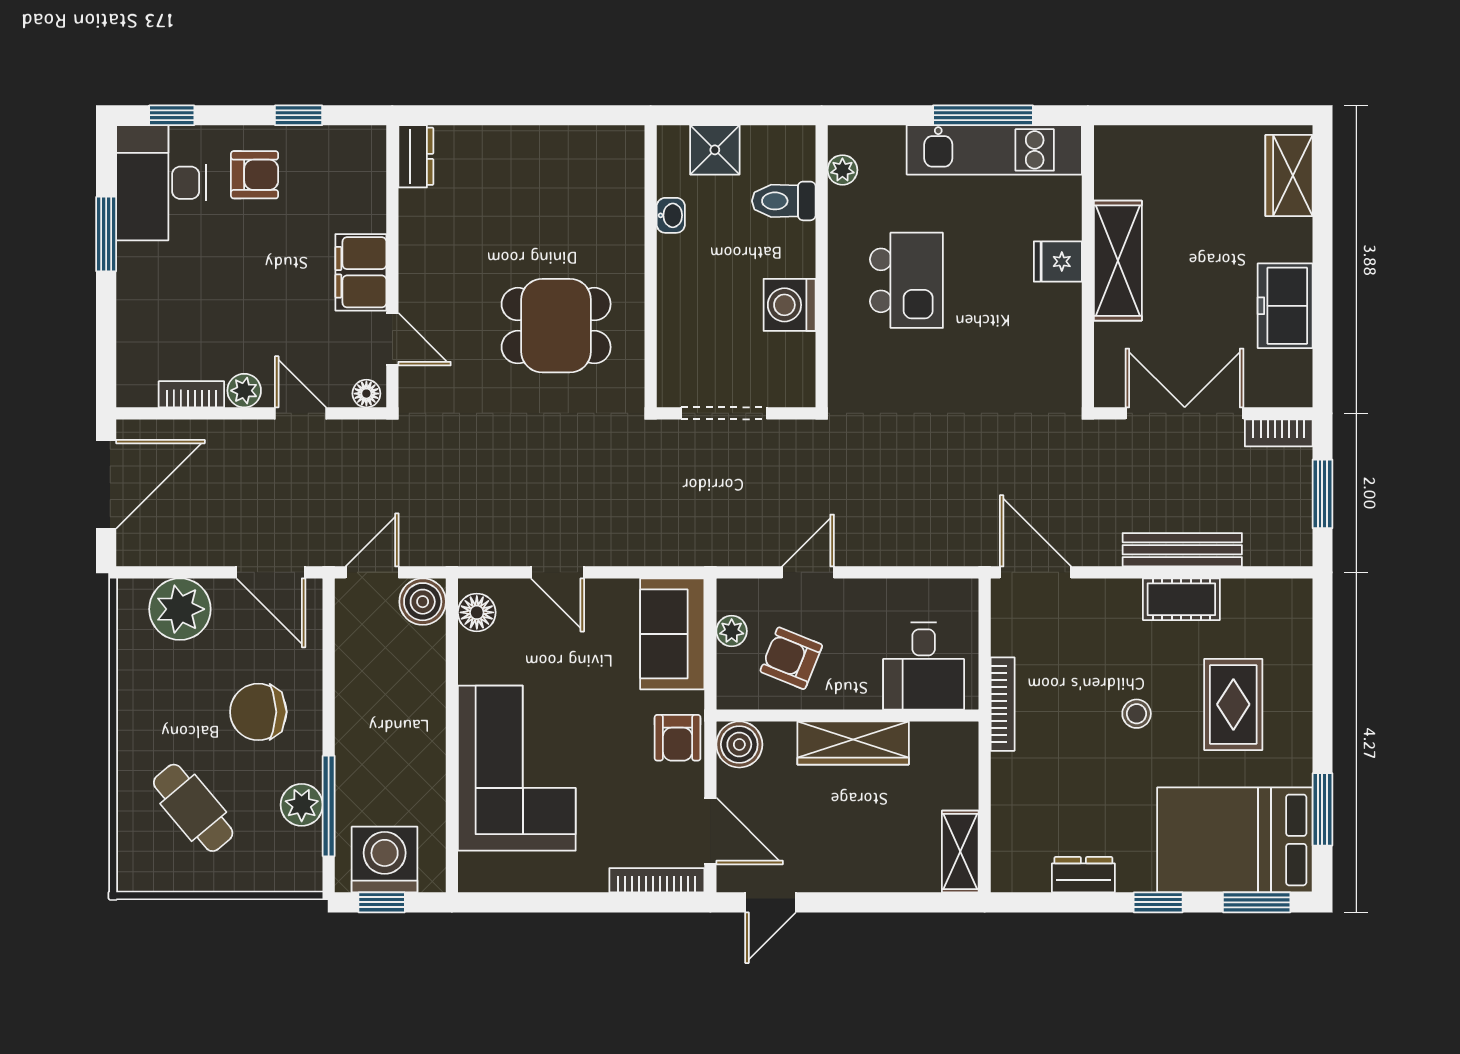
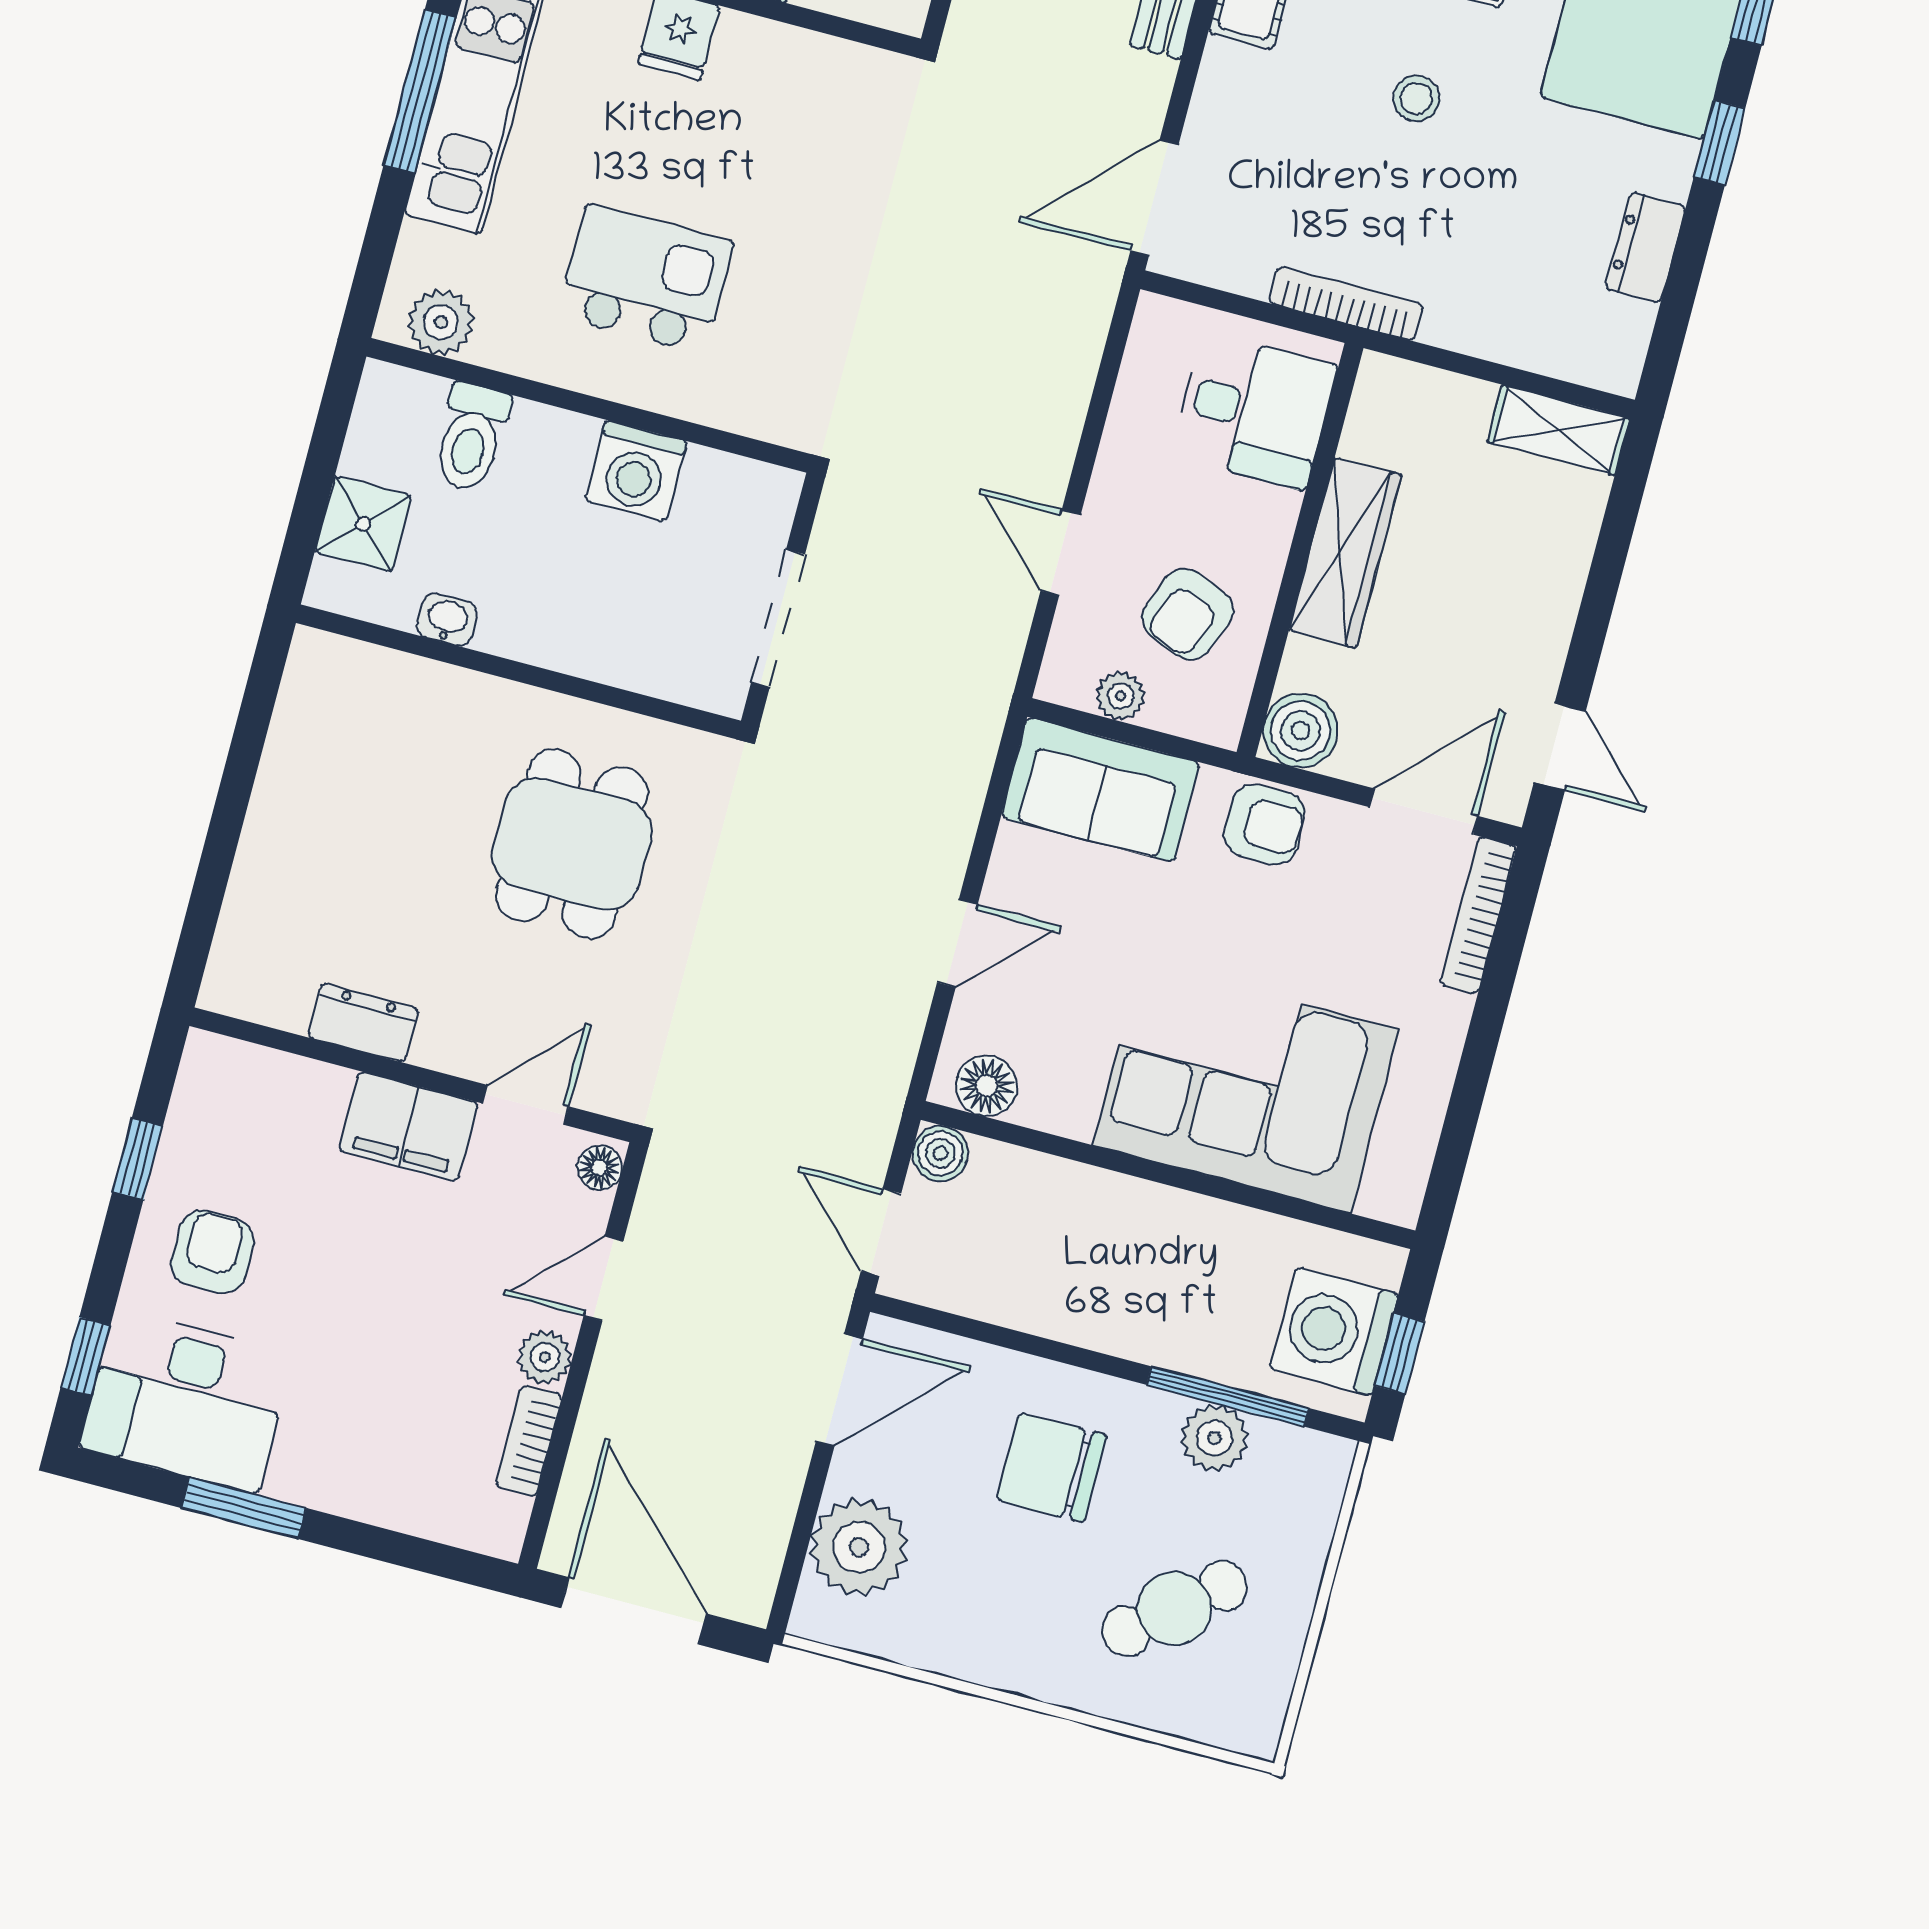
dresser: (416, 156) -> (363, 1023), moved
plant: (842, 170) -> (441, 322), width x1.38, depth x1.38
boiler: (423, 602) -> (940, 1153), width x0.73, depth x0.73
chair: (258, 712) -> (1052, 1467), turned 90

